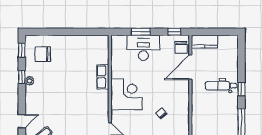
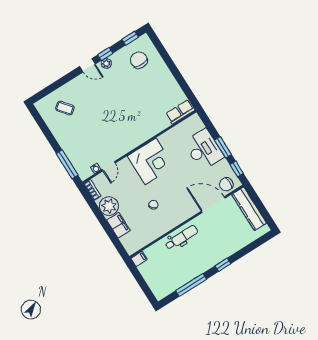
window: (141, 32) -> (223, 147), moved
kitchen counter: (205, 42) -> (249, 209), width x1.50
row of seats: (103, 77) -> (180, 112), moved
dental chair: (221, 86) -> (182, 238), moved, turned 90
door: (22, 121) -> (87, 65), moved

